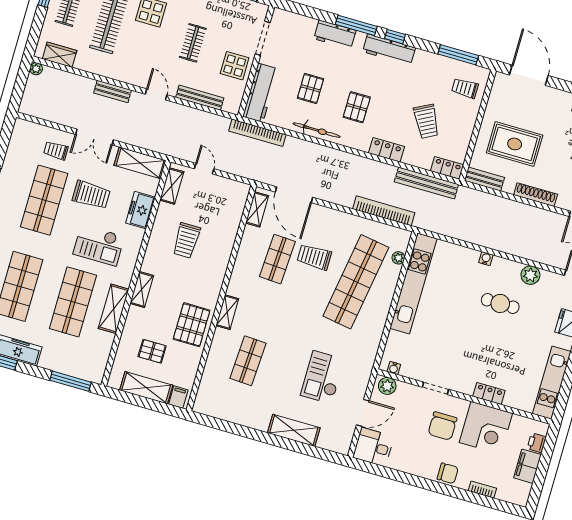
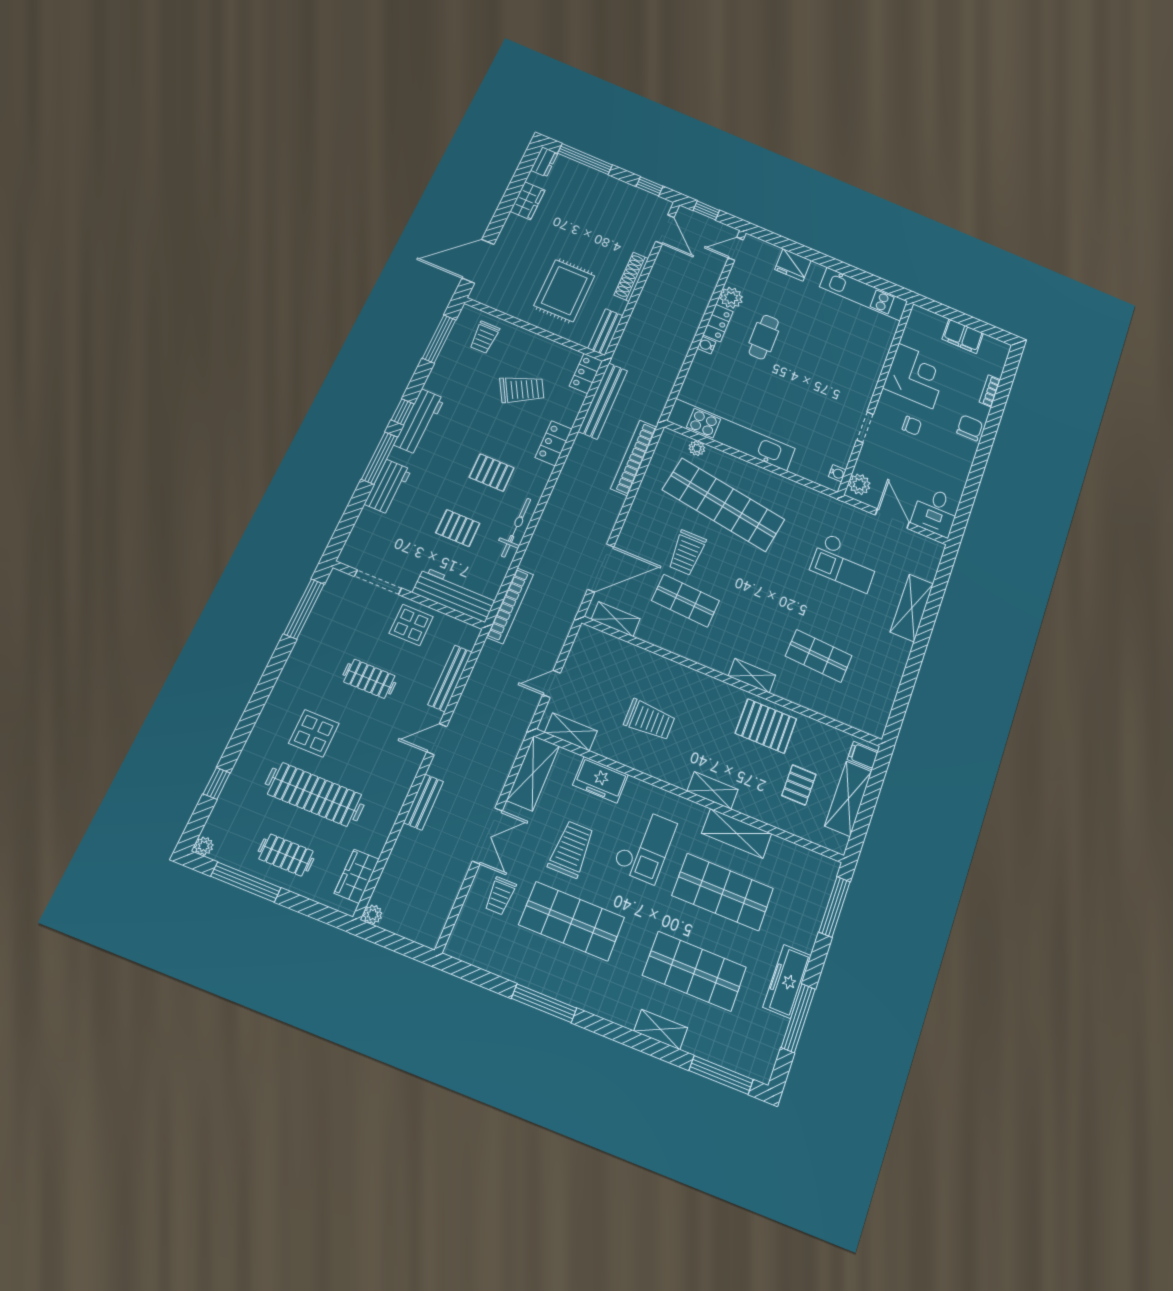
locker: (489, 393) -> (718, 323), moved, turned 180
chair: (442, 426) -> (912, 426), width x0.54, depth x0.54
printer: (537, 443) -> (935, 322), removed

